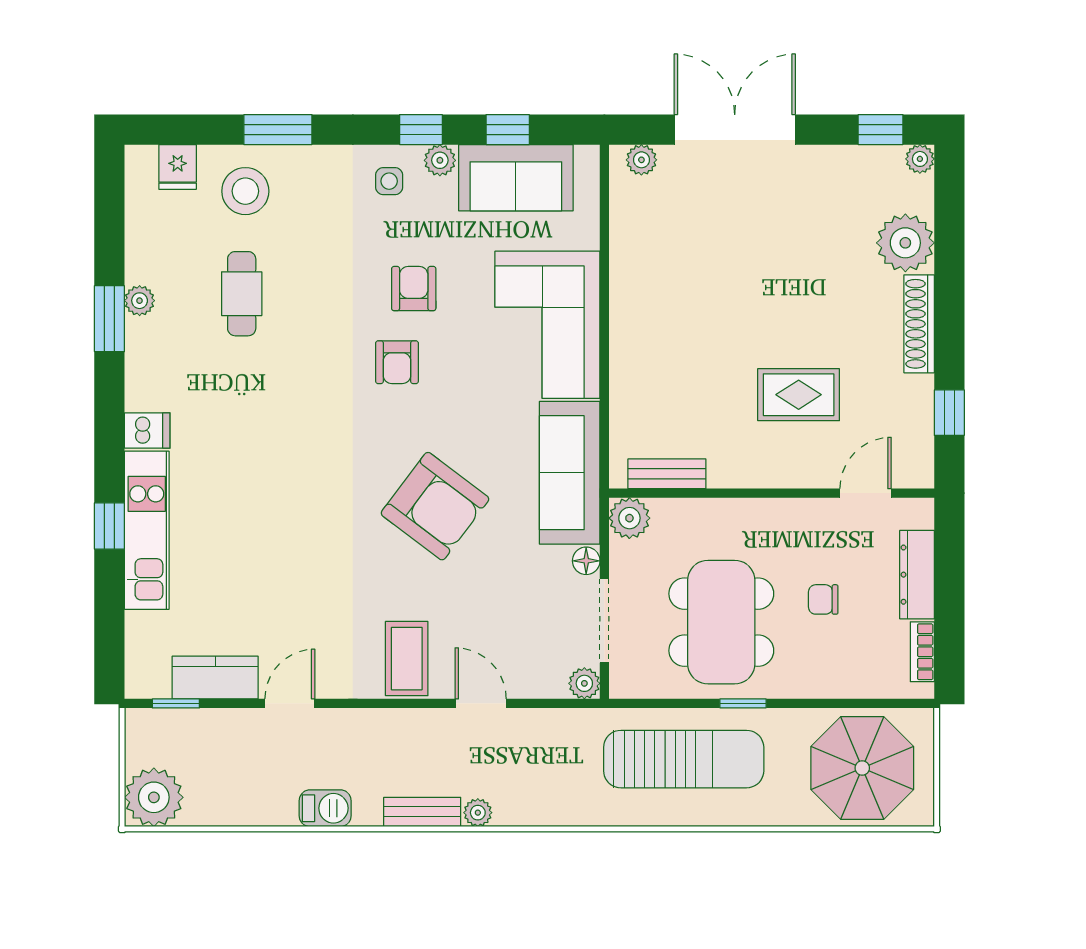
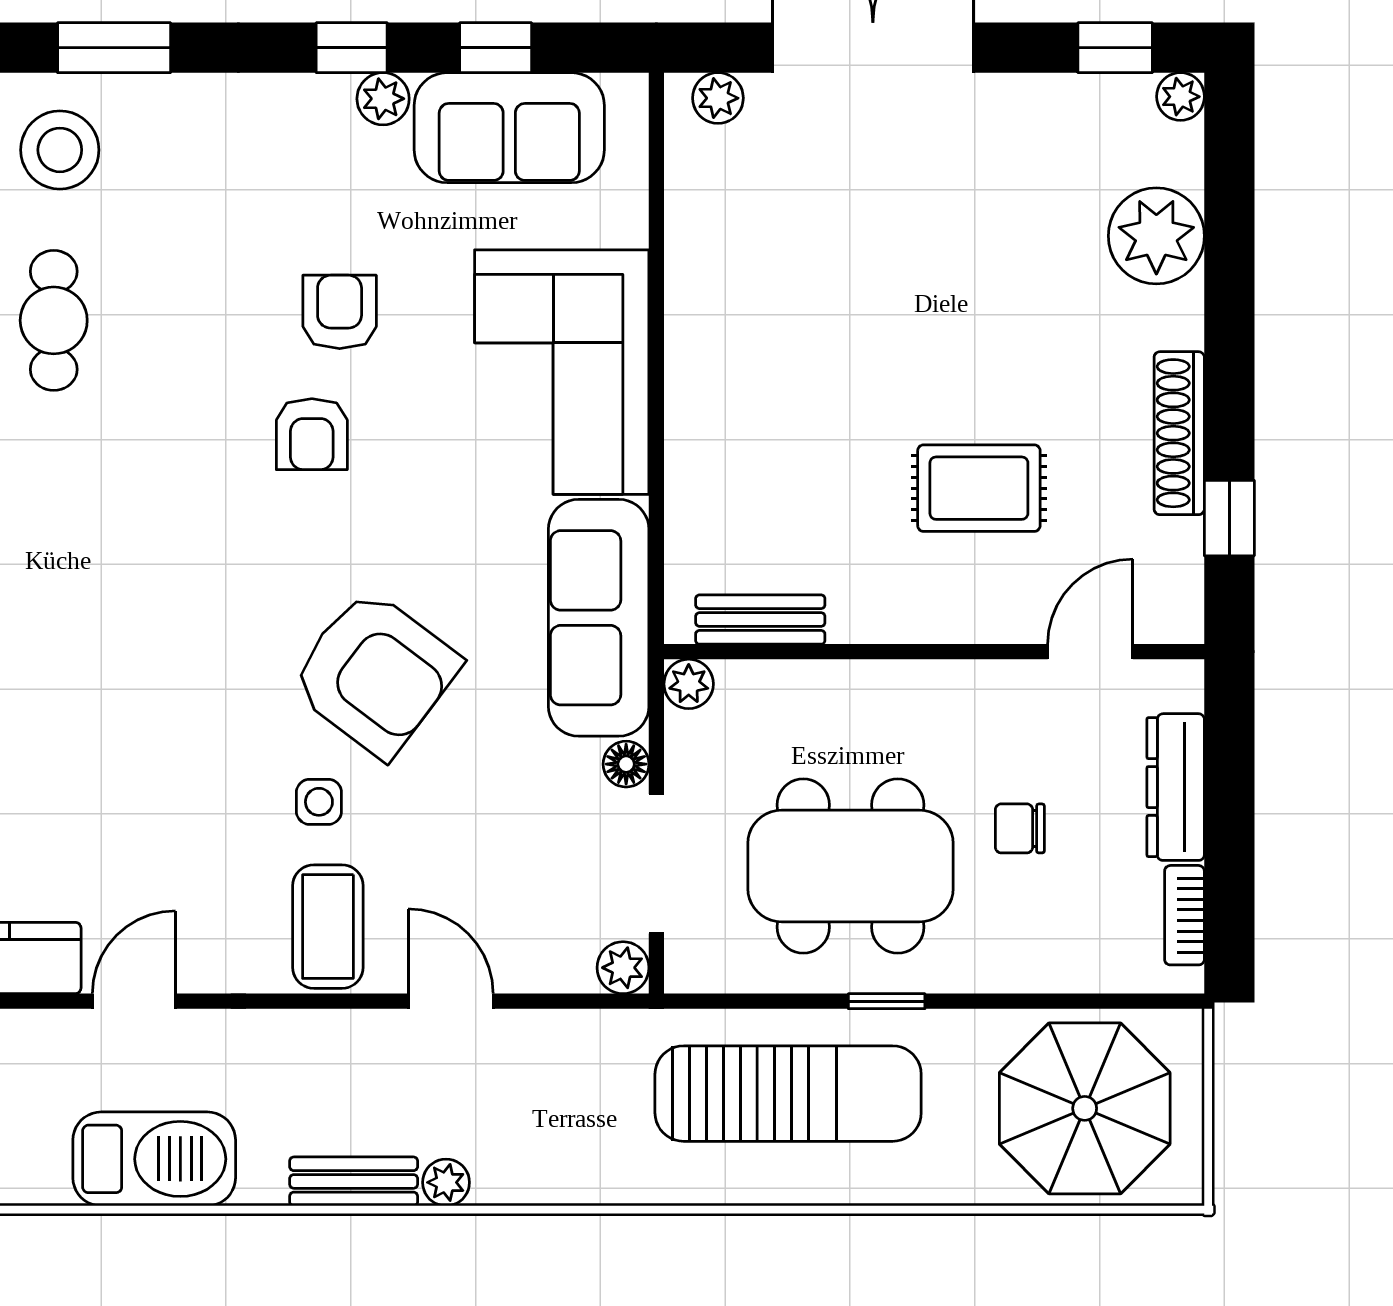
side table: (389, 181) -> (319, 802), moved
shoe rack: (919, 324) -> (1179, 433), moved
plant: (629, 518) -> (689, 684), width x0.73, depth x0.73
dining table: (721, 622) -> (850, 866), turned 90
barbecue: (325, 808) -> (154, 1159), width x1.88, depth x1.53

